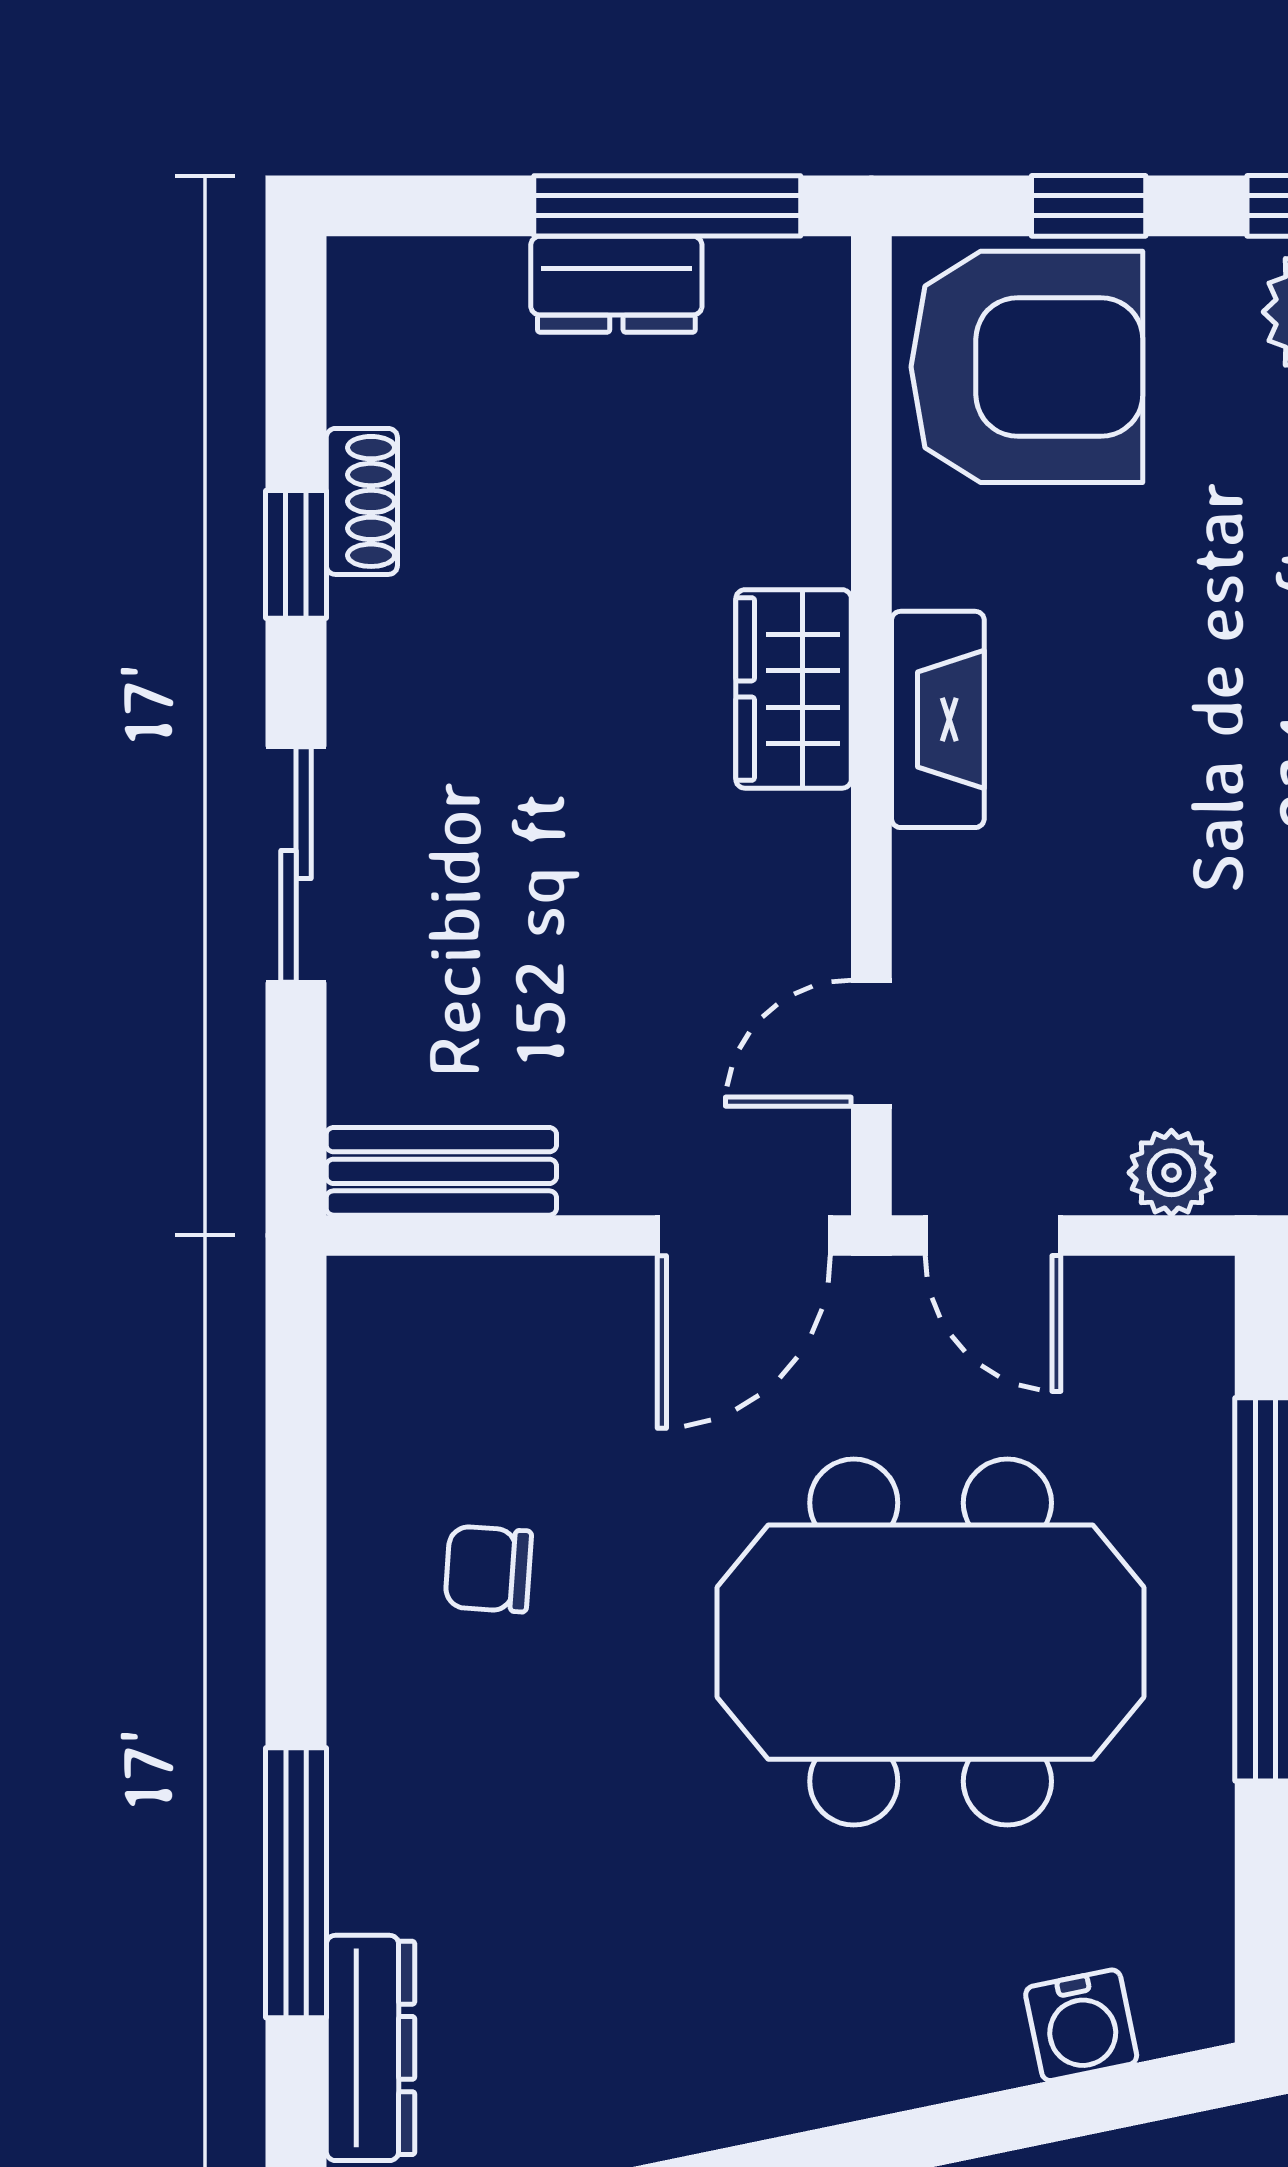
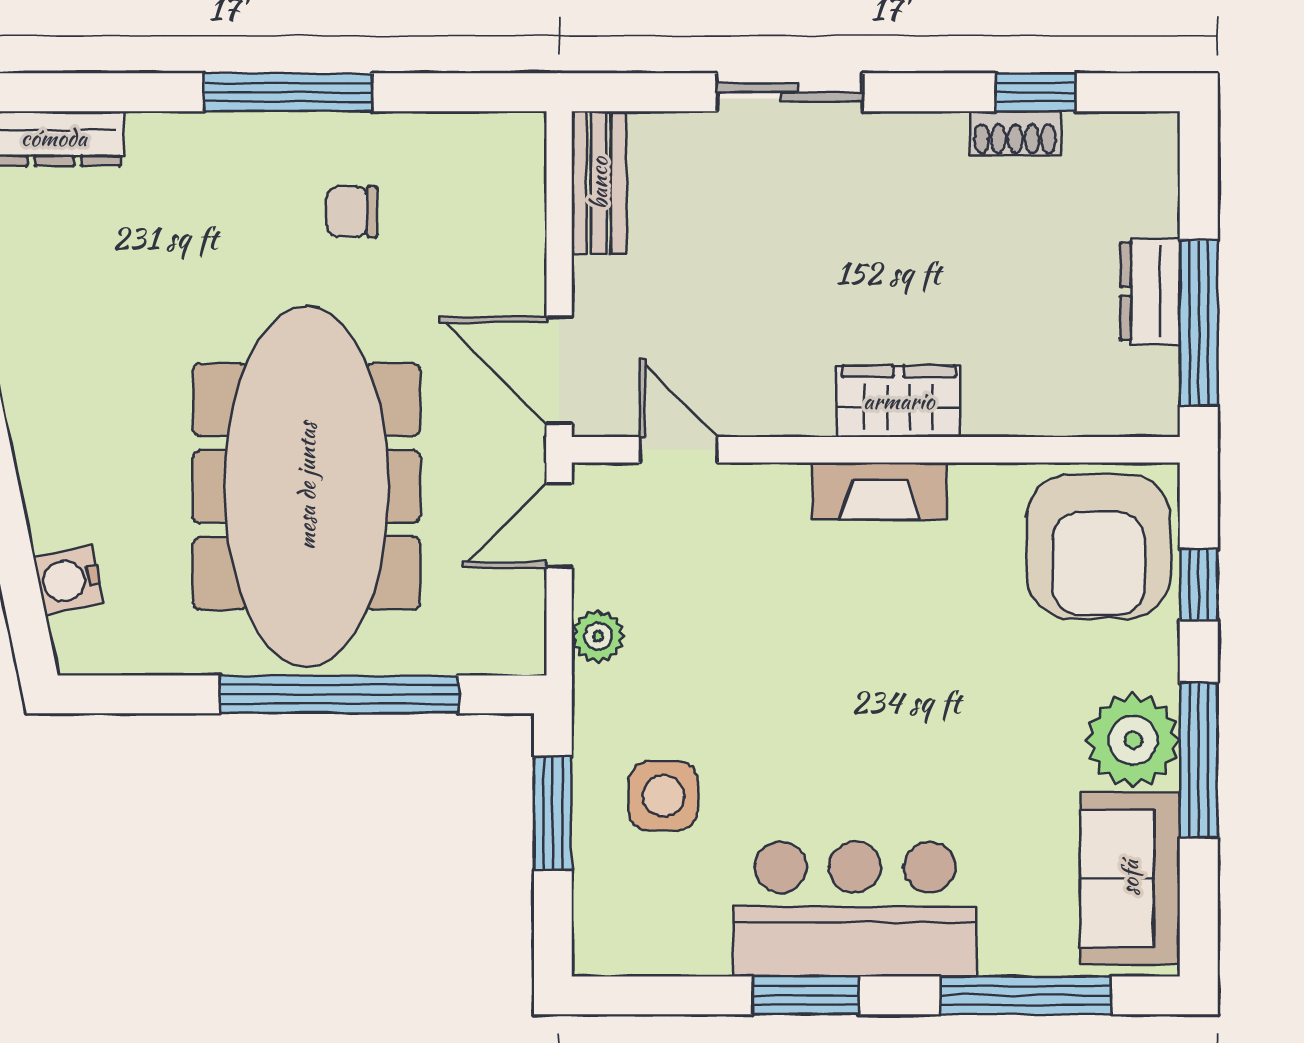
window: (296, 554) -> (1035, 92), moved
chair: (488, 1569) -> (352, 212), turned -94
meeting table: (931, 1642) -> (307, 486), width x1.36
window: (296, 1883) -> (288, 92), moved

